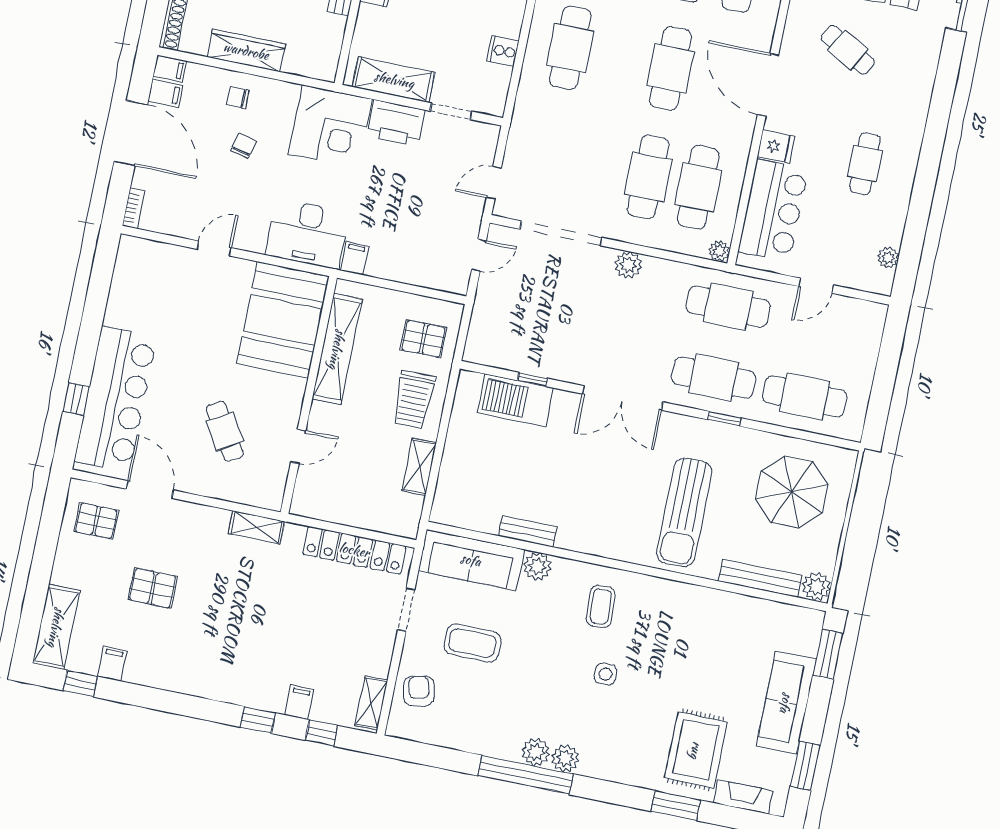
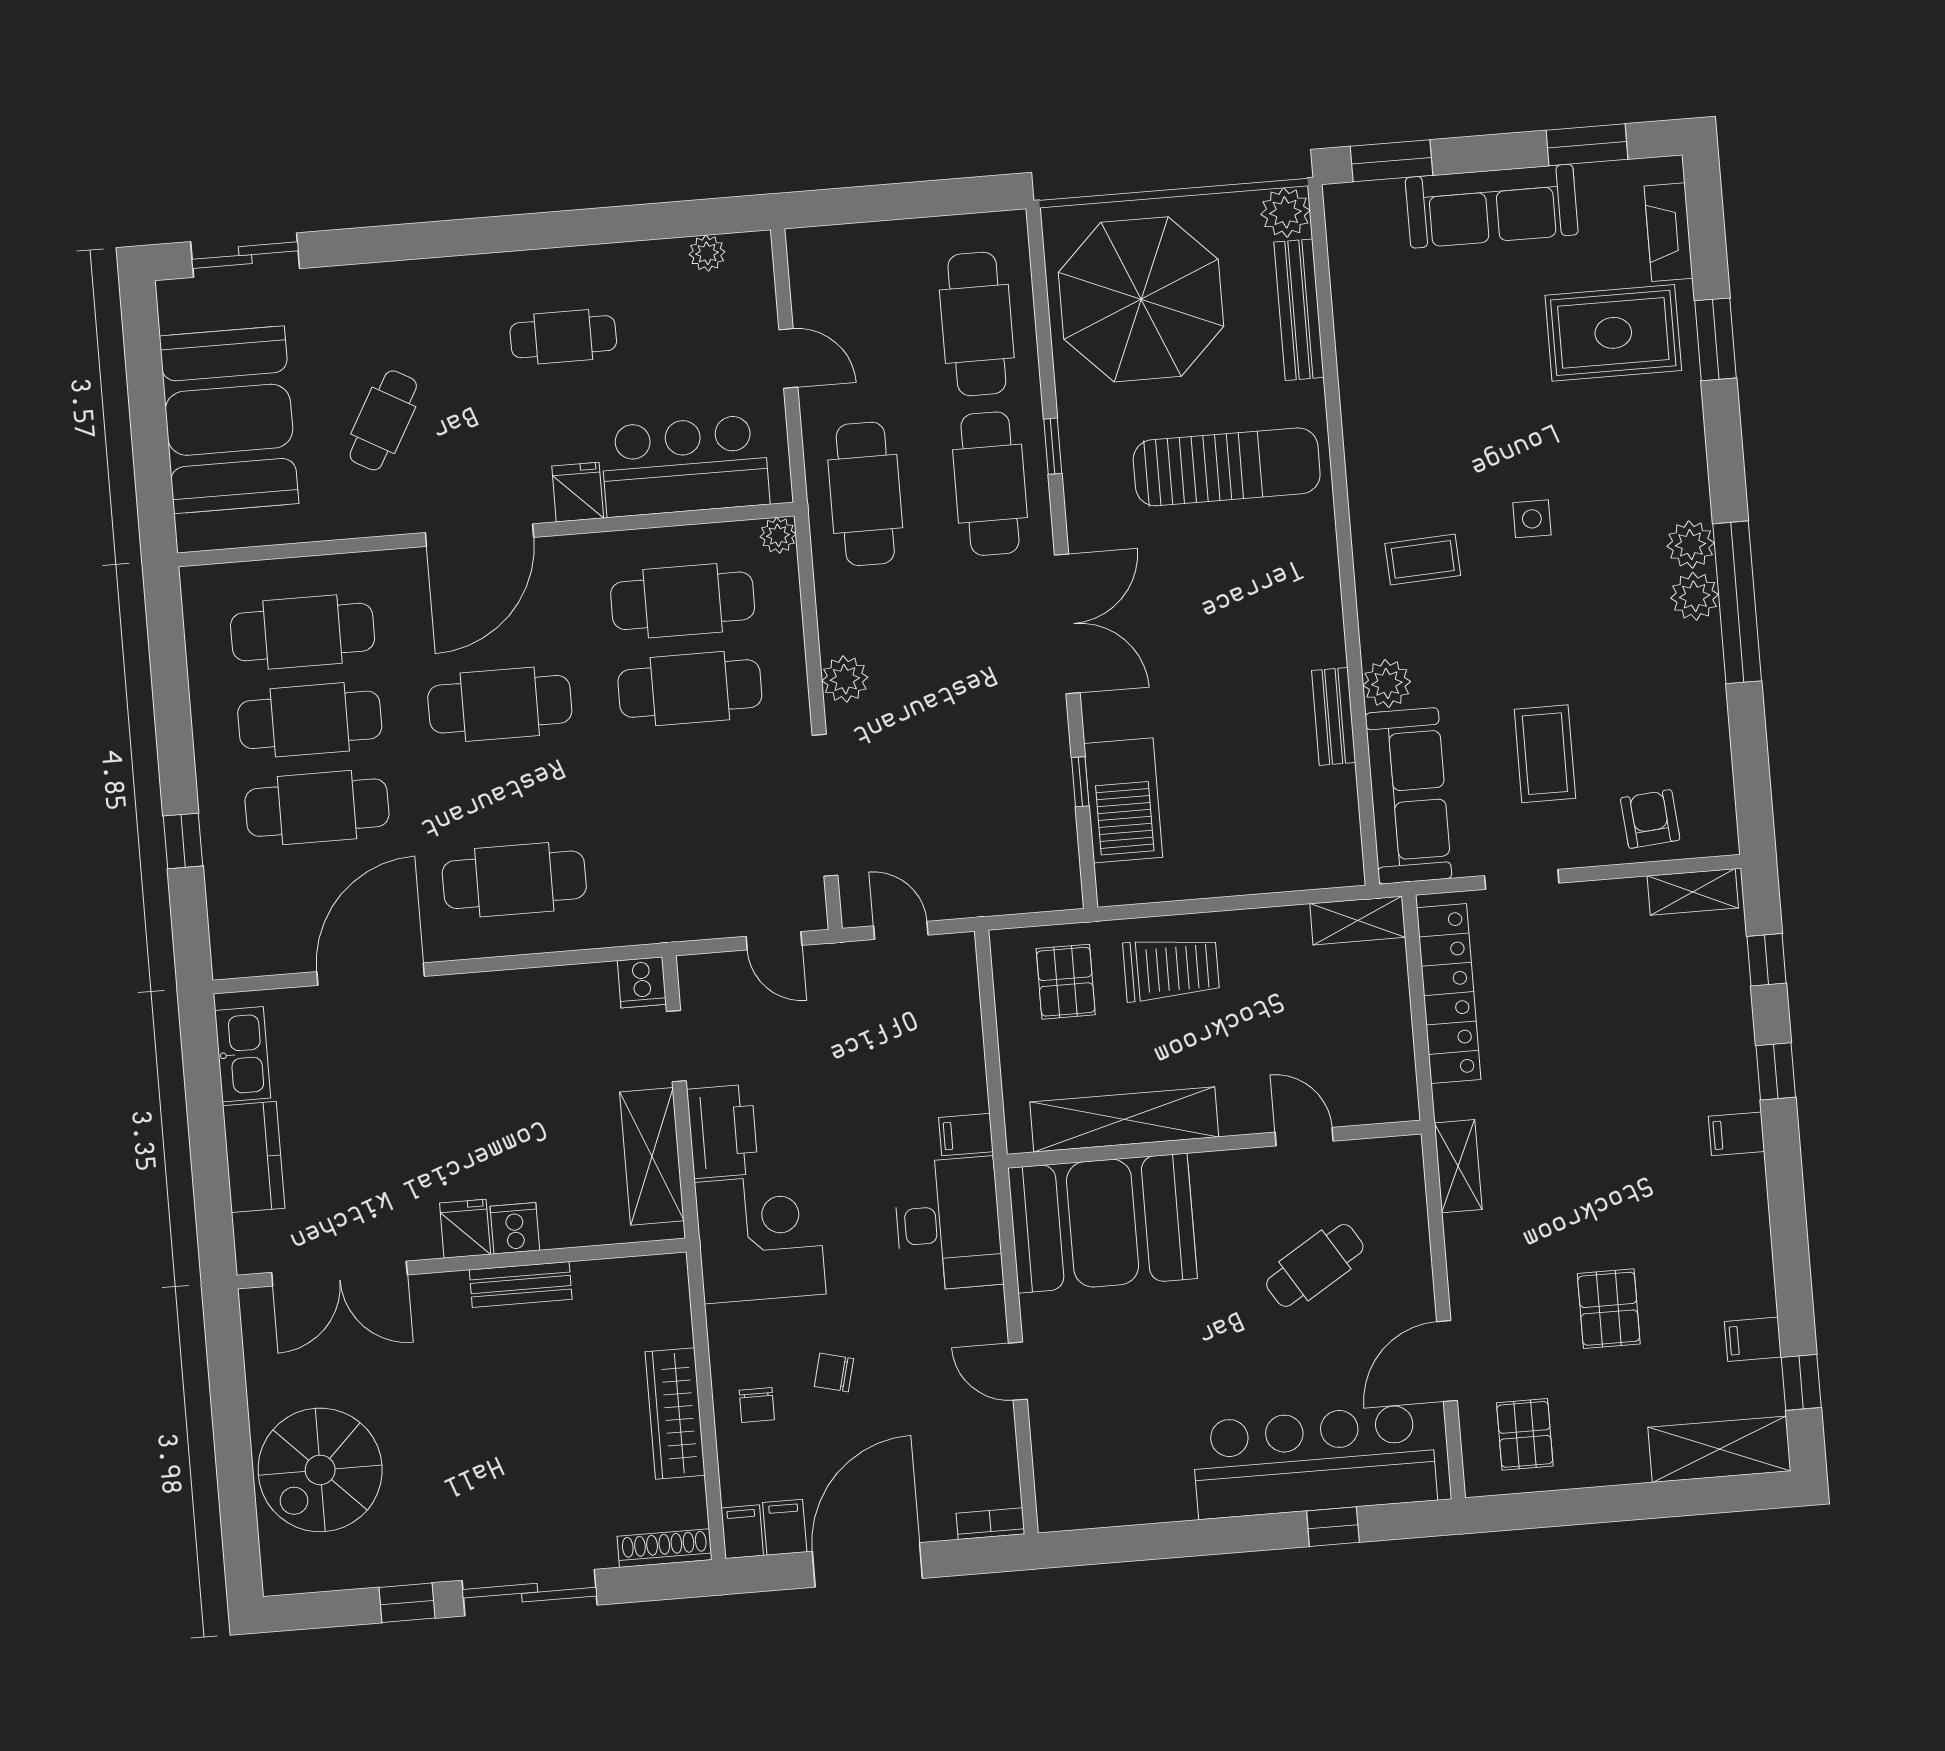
cooker: (503, 51) -> (642, 982), moved
shelving: (419, 467) -> (1358, 920), moved
parasol: (792, 492) -> (1141, 299), width x1.36, depth x1.36
armchair: (419, 691) -> (1650, 819), turned 97
filing cabinet: (299, 702) -> (1736, 1134), moved

